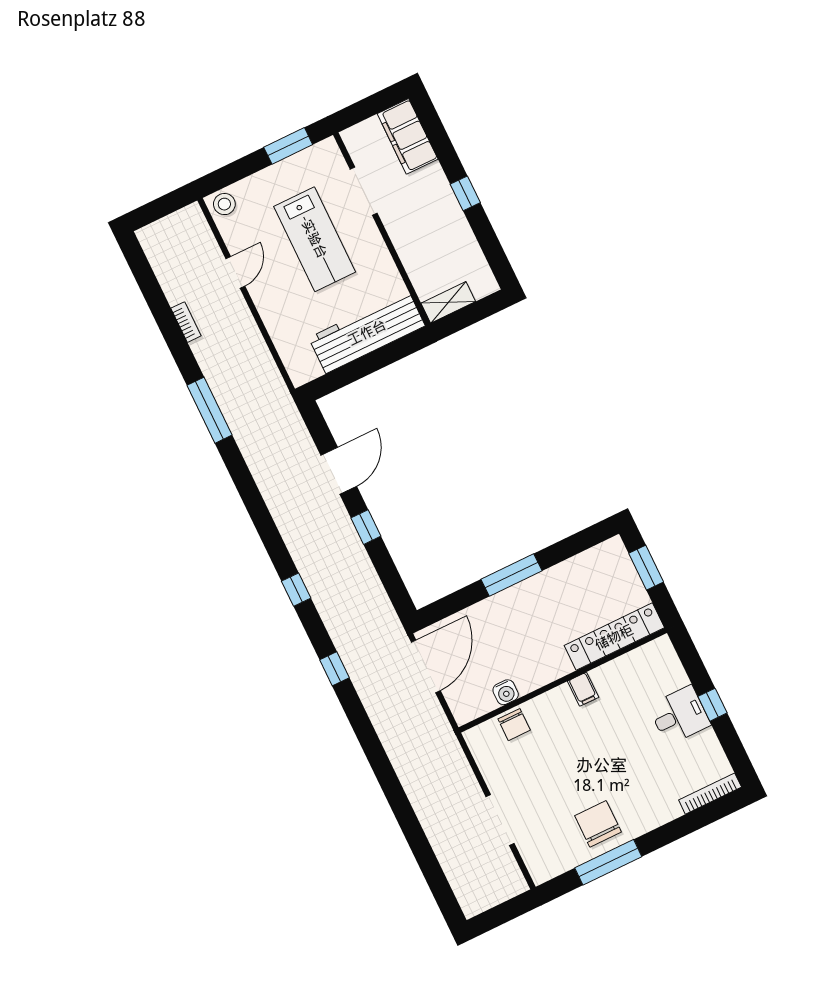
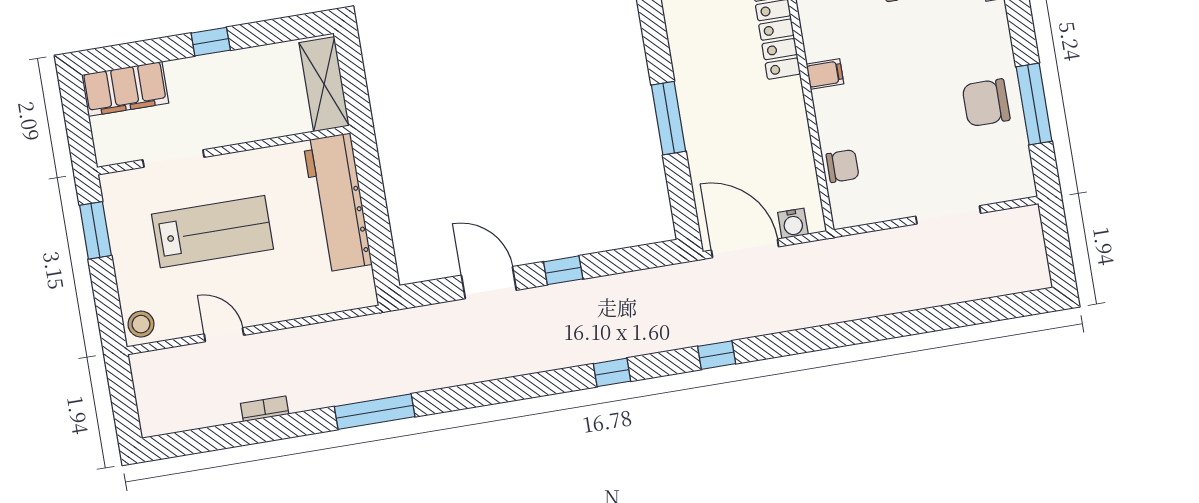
shelving: (448, 302) -> (324, 84), width x1.50, depth x1.33
water cooler: (506, 692) -> (793, 223), moved, turned 90

